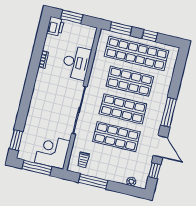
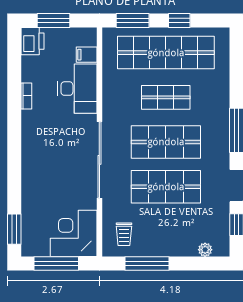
filing cabinet: (87, 43) -> (87, 55), added
shop shelf: (130, 81) -> (166, 97), width x0.70, depth x0.74

